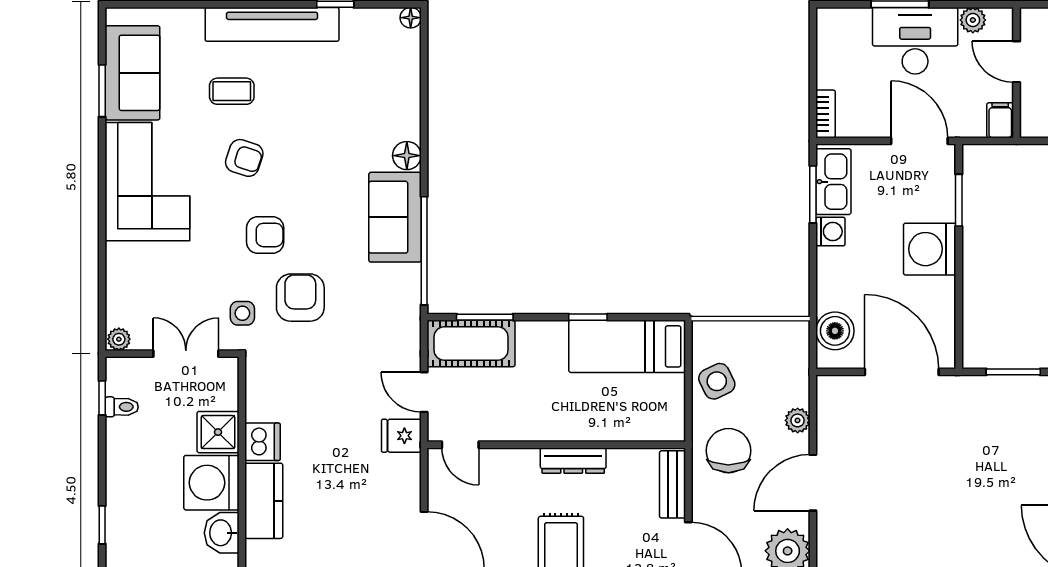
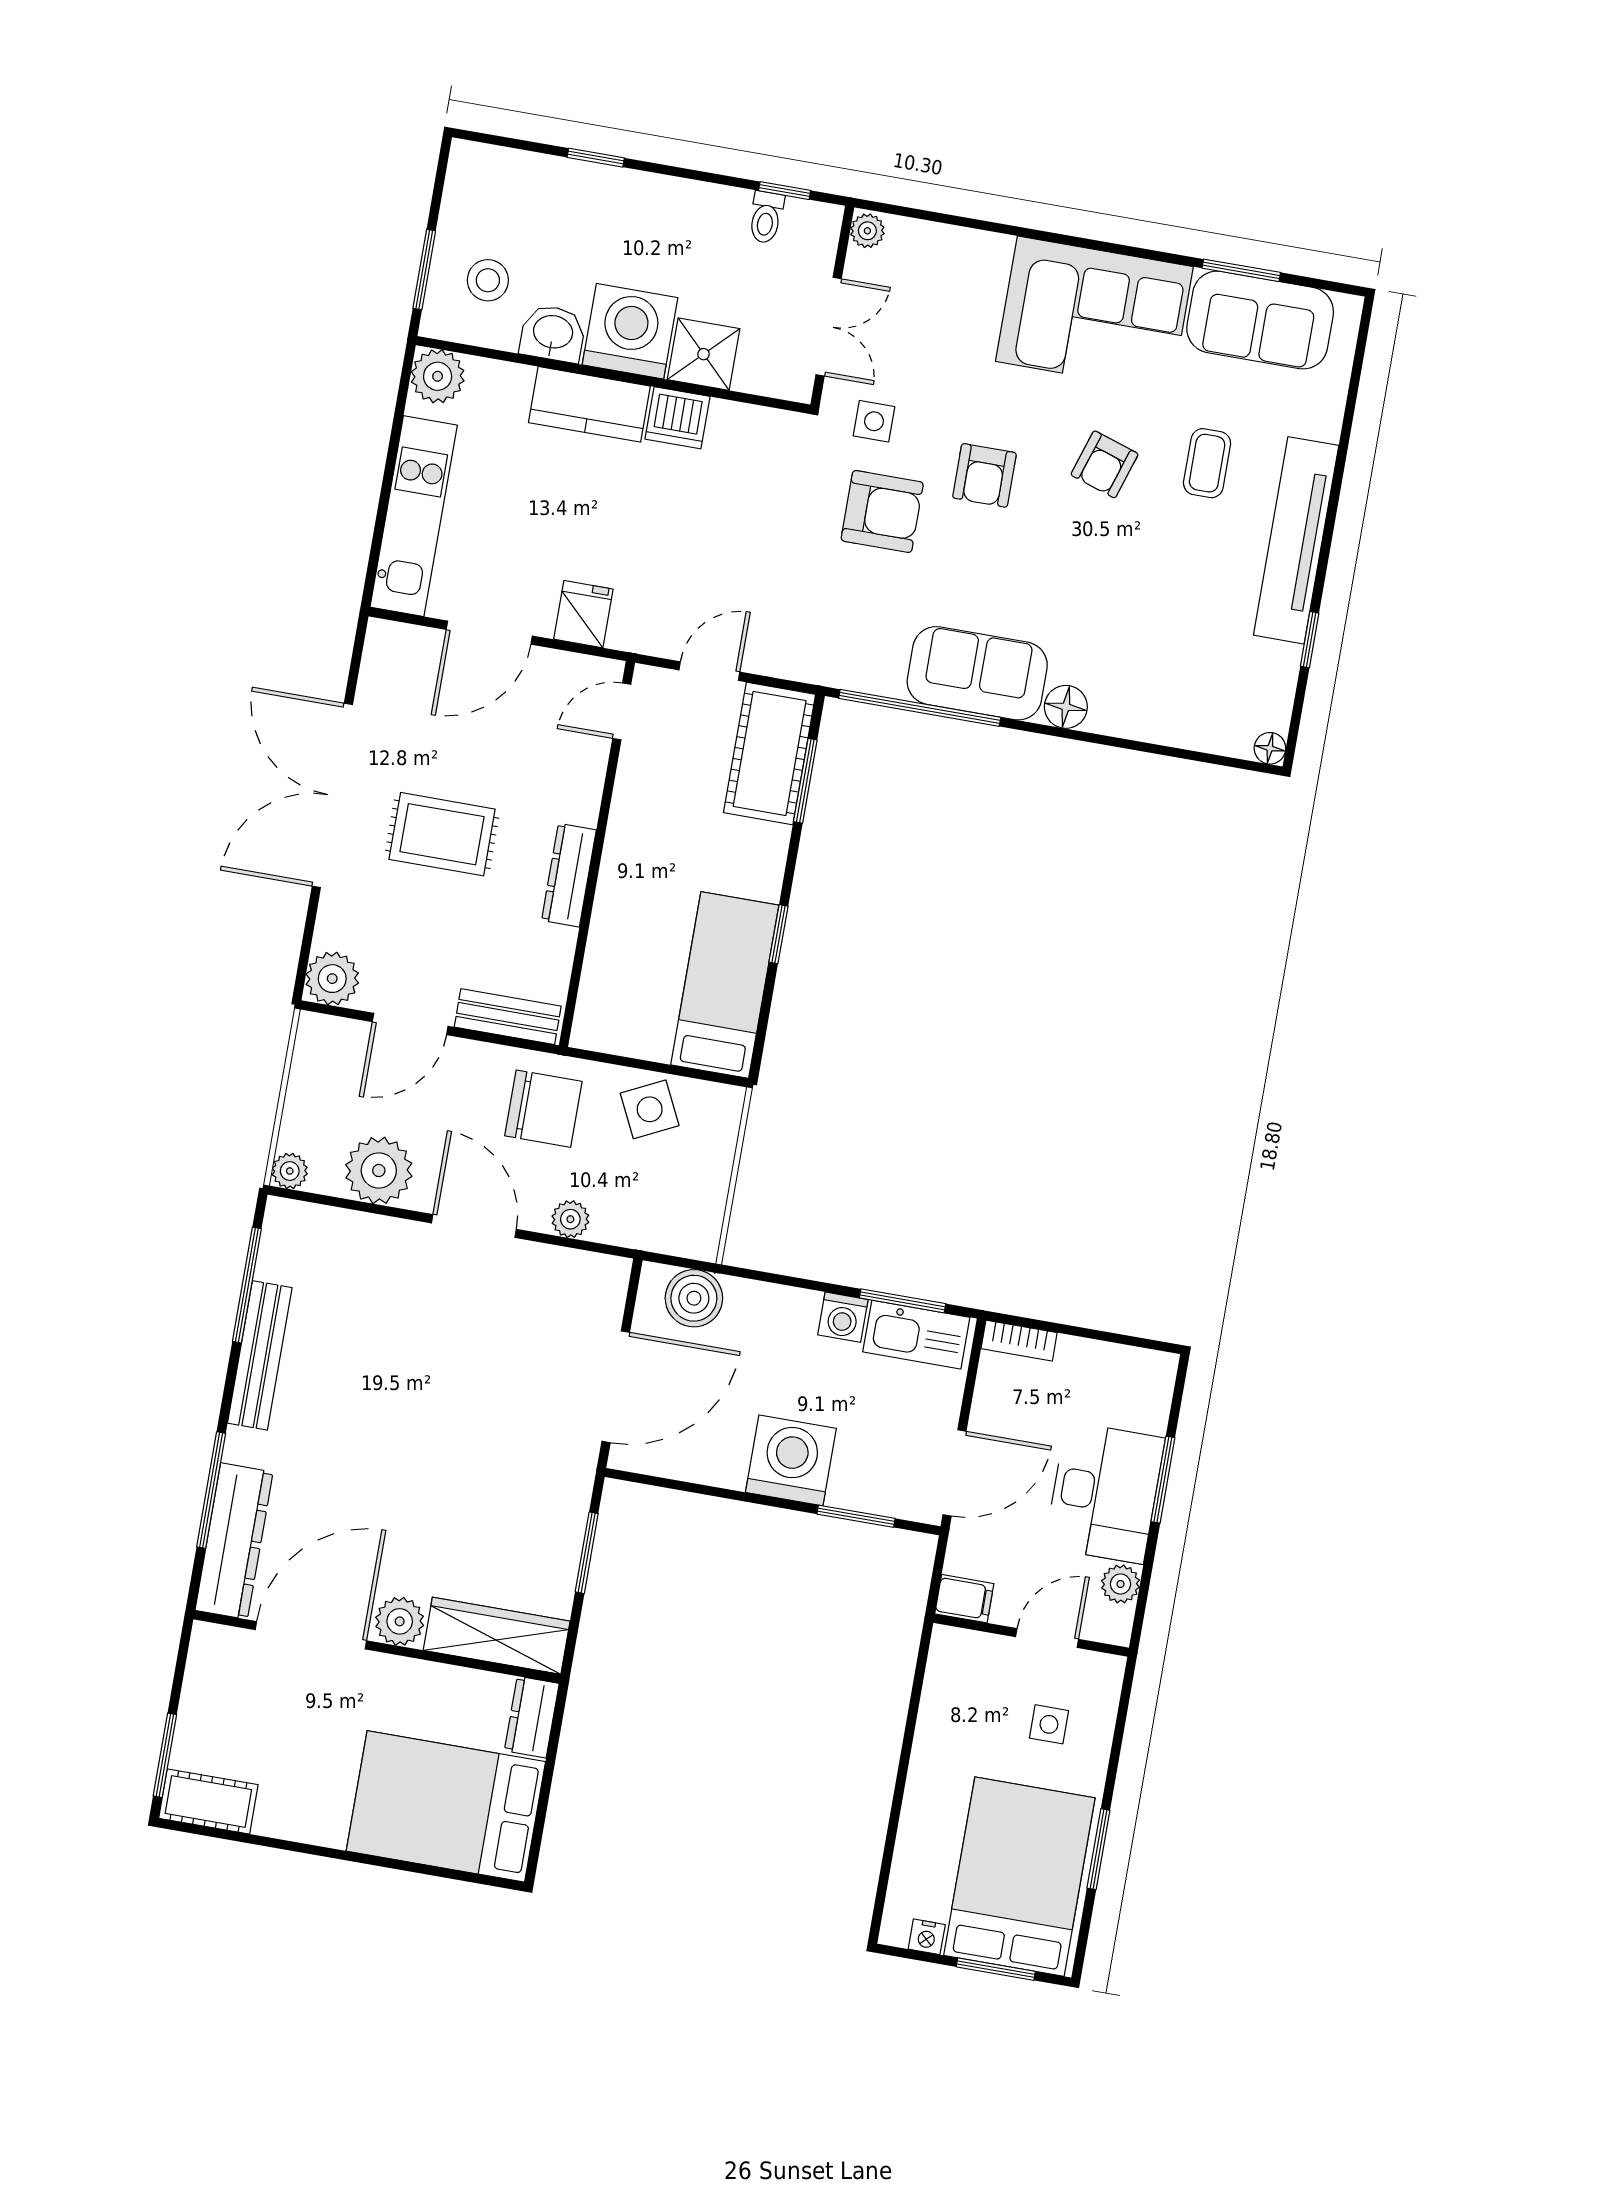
fridge: (401, 436) -> (583, 614), moved

